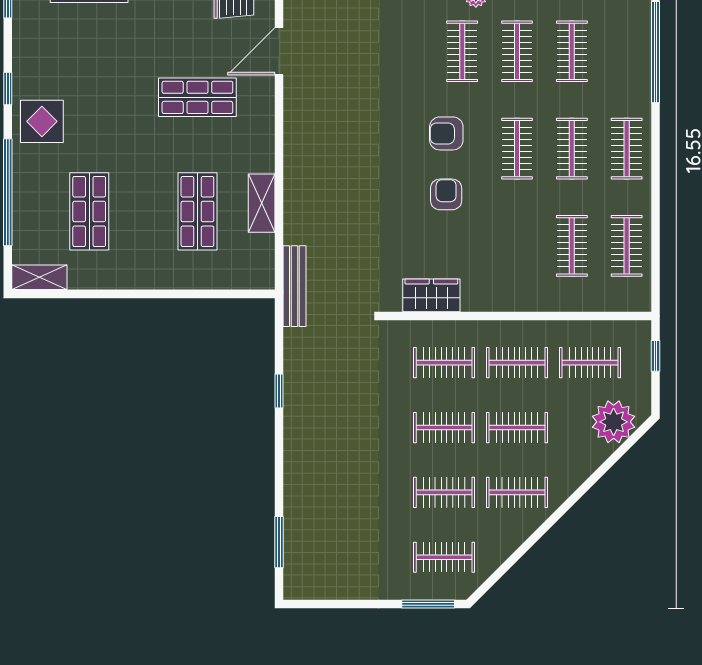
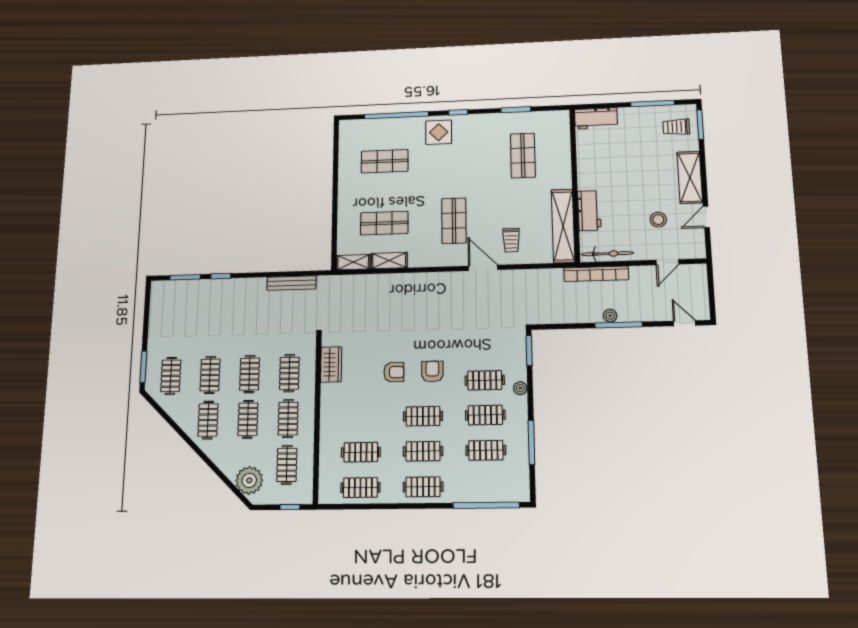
shelving: (39, 277) -> (353, 262), moved, turned 90
bench: (294, 286) -> (292, 283), moved
window: (279, 391) -> (221, 276), moved

